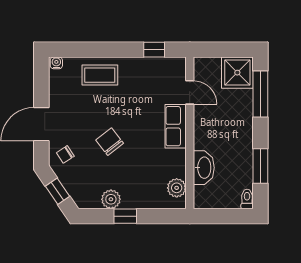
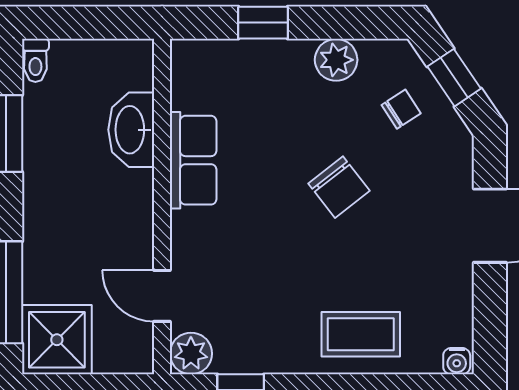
row of seats: (176, 126) -> (193, 160), moved
chair: (65, 154) -> (401, 109), moved
plant: (177, 188) -> (191, 354), moved
window: (125, 216) -> (263, 23), moved

